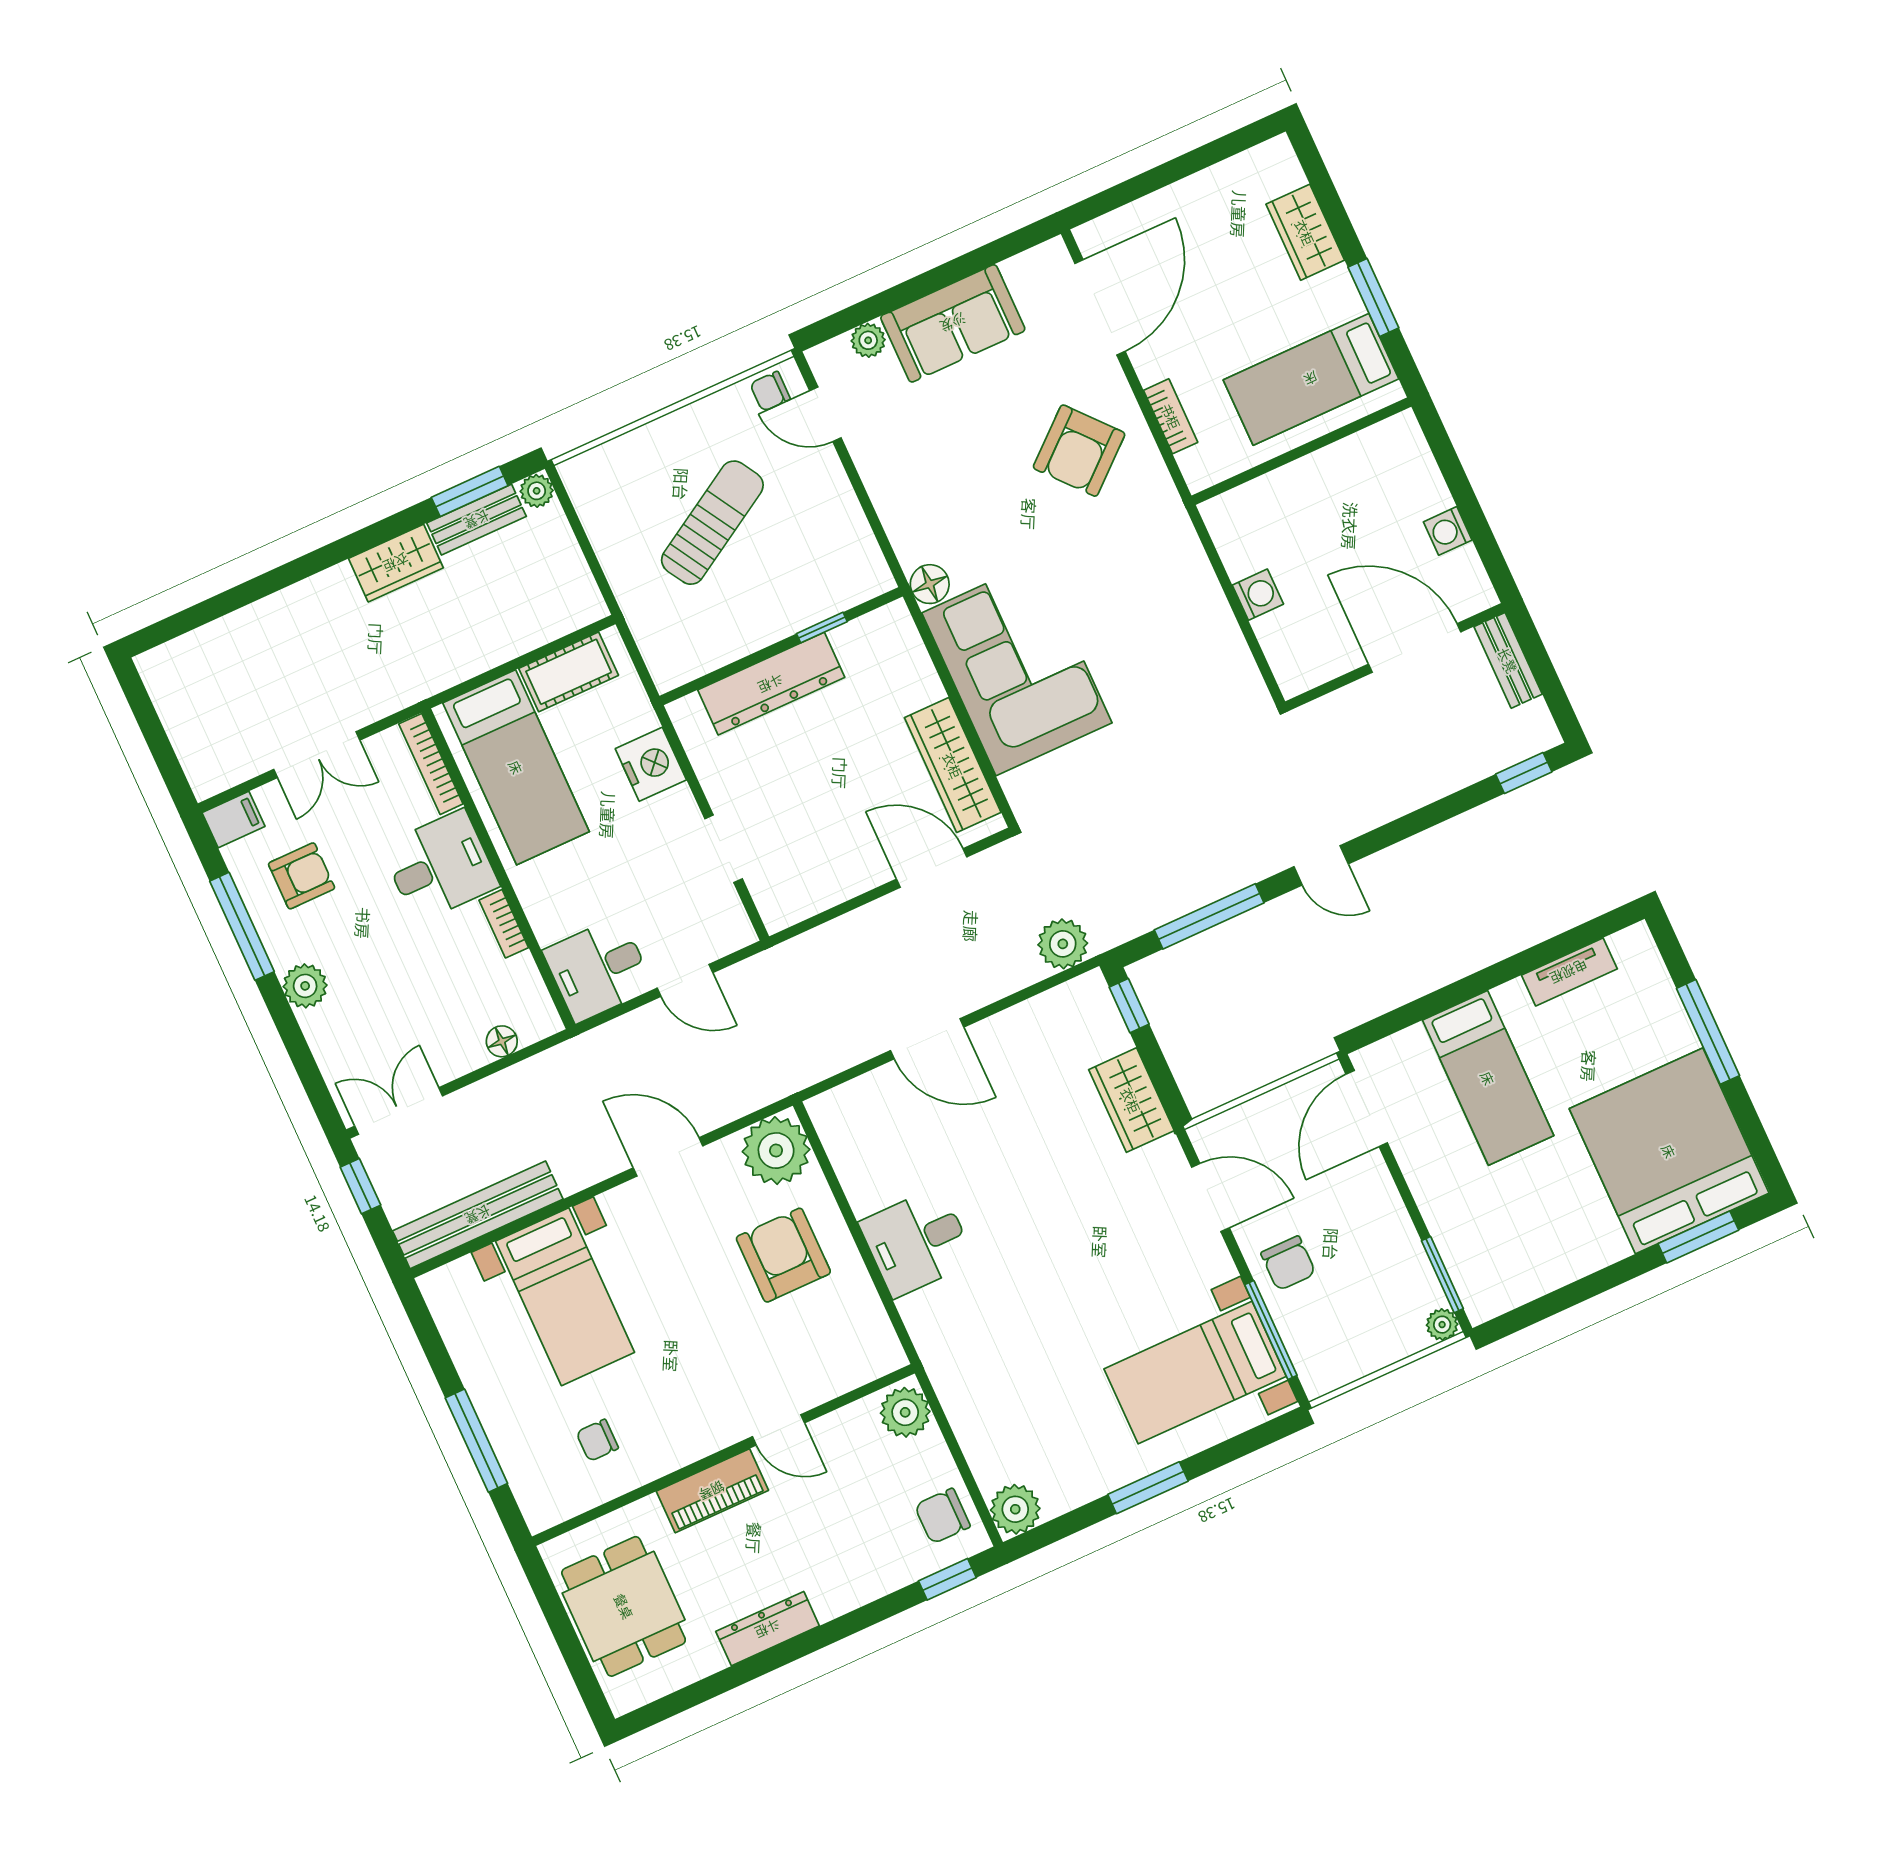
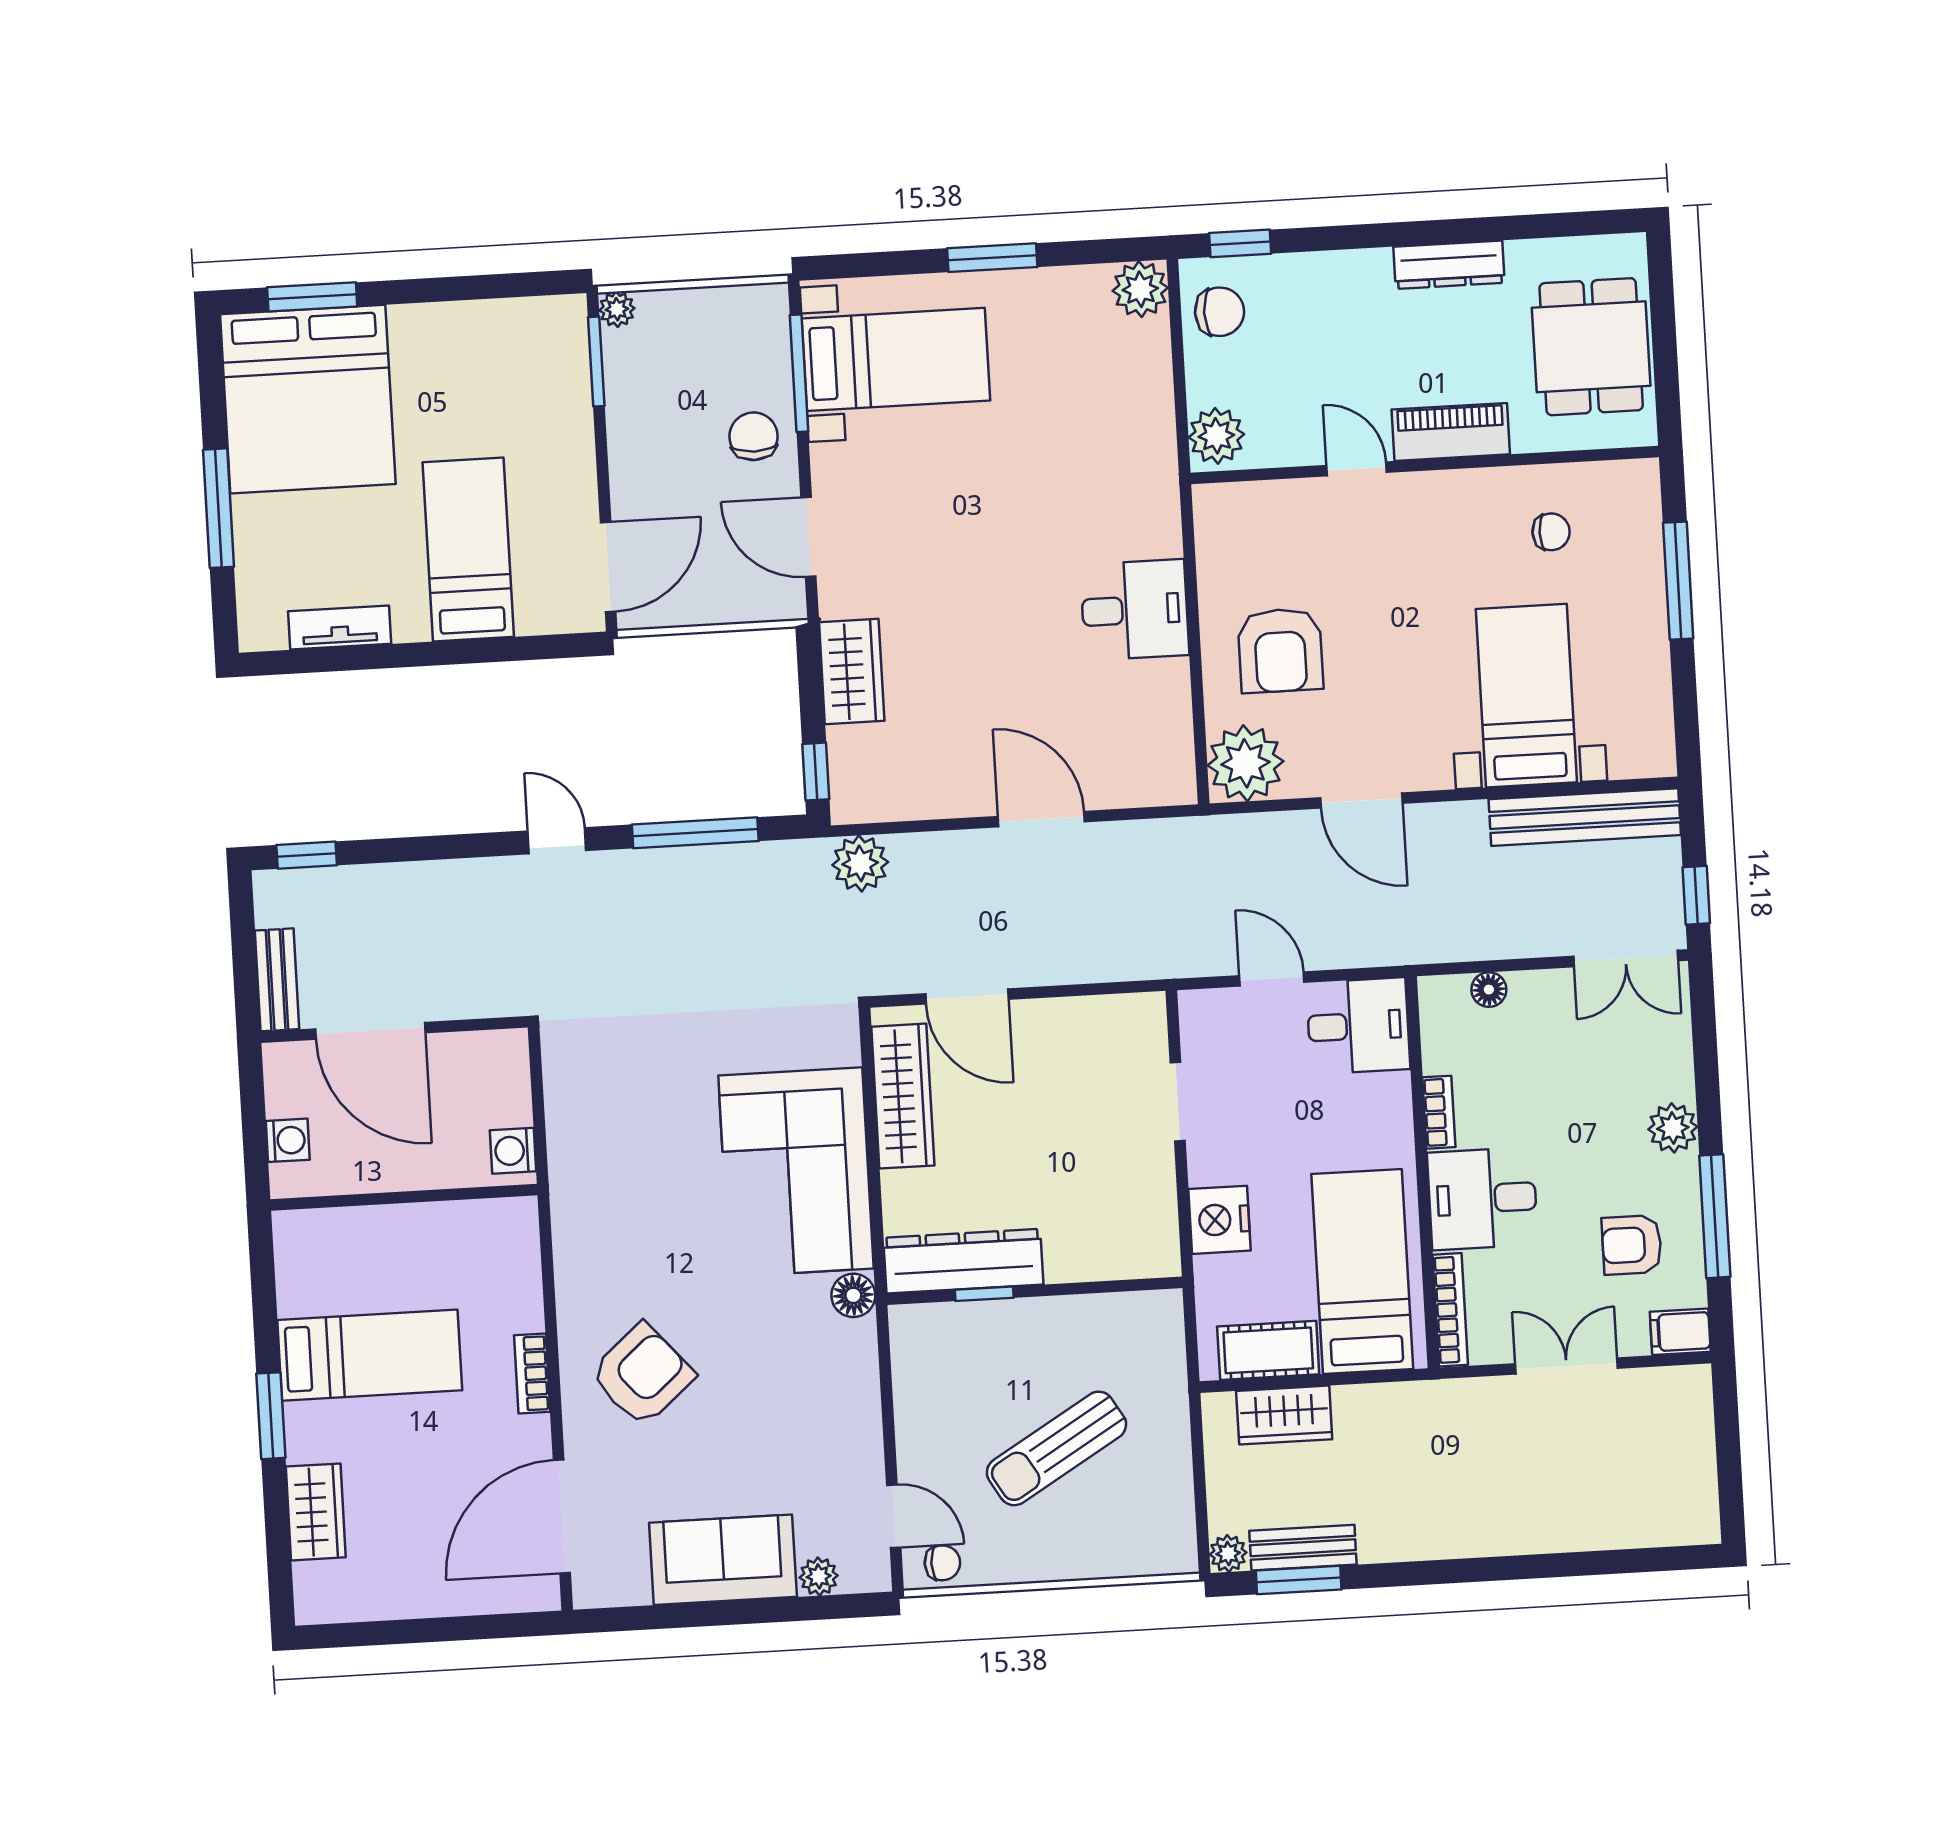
wall: (1301, 451) -> (404, 1197), moved
wardrobe: (396, 563) -> (1284, 1415), moved, turned 180
dresser: (771, 684) -> (963, 1261), moved

